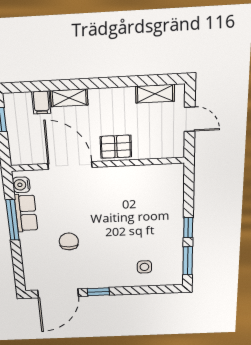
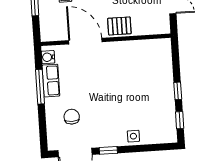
chair: (69, 241) -> (72, 117), moved
window: (188, 261) -> (180, 120), width x0.67
side table: (144, 267) -> (133, 136), moved

